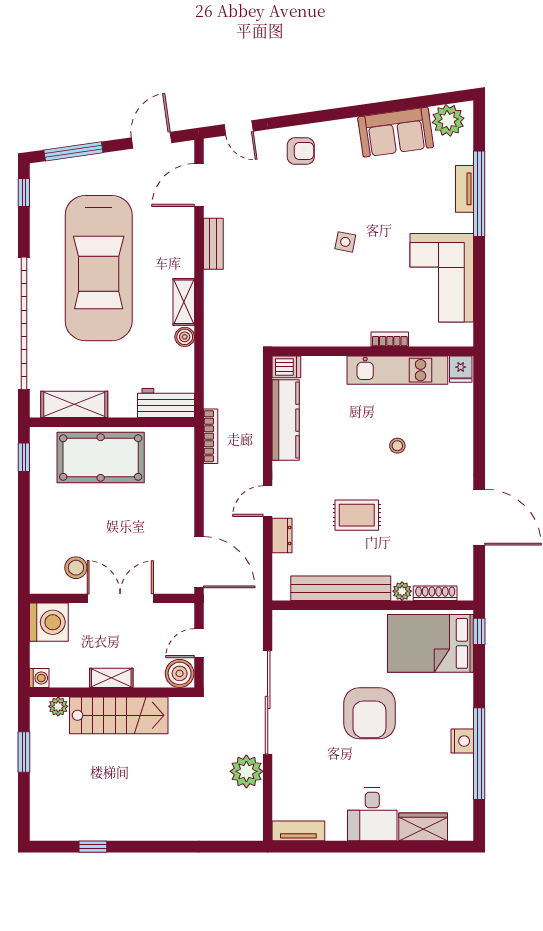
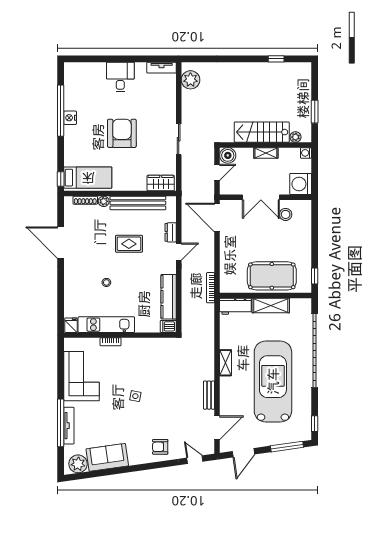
tv unit: (465, 189) -> (69, 426), width x1.41
boiler: (185, 337) -> (225, 343), removed
shelving: (74, 404) -> (271, 306), moved
bed: (431, 643) -> (88, 178), width x0.67
sliding door: (268, 702) -> (179, 139), width x0.54
plant: (246, 771) -> (190, 80), moved
wardrobe: (423, 827) -> (161, 183), moved, turned 180

